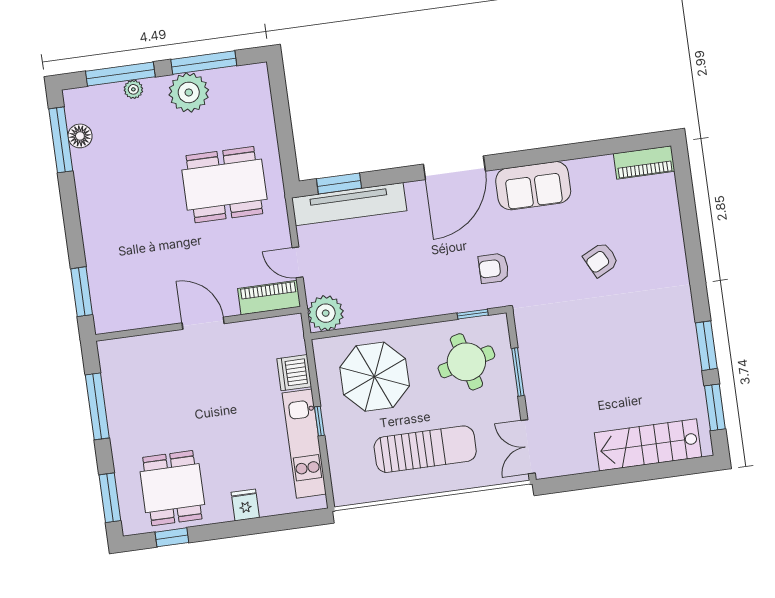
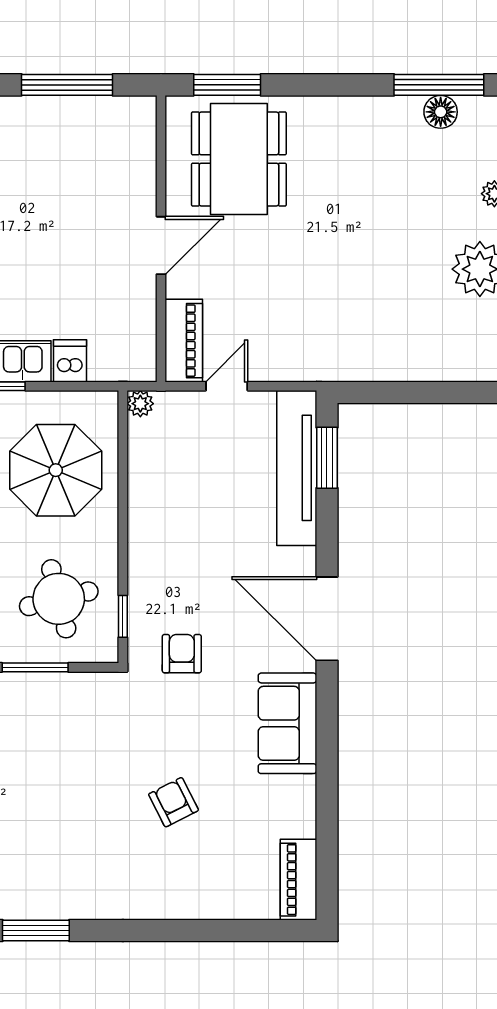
dining table: (224, 185) -> (239, 159), moved
plant: (326, 313) -> (140, 404), width x0.53, depth x0.53
dishwasher: (294, 373) -> (70, 361), width x0.73

